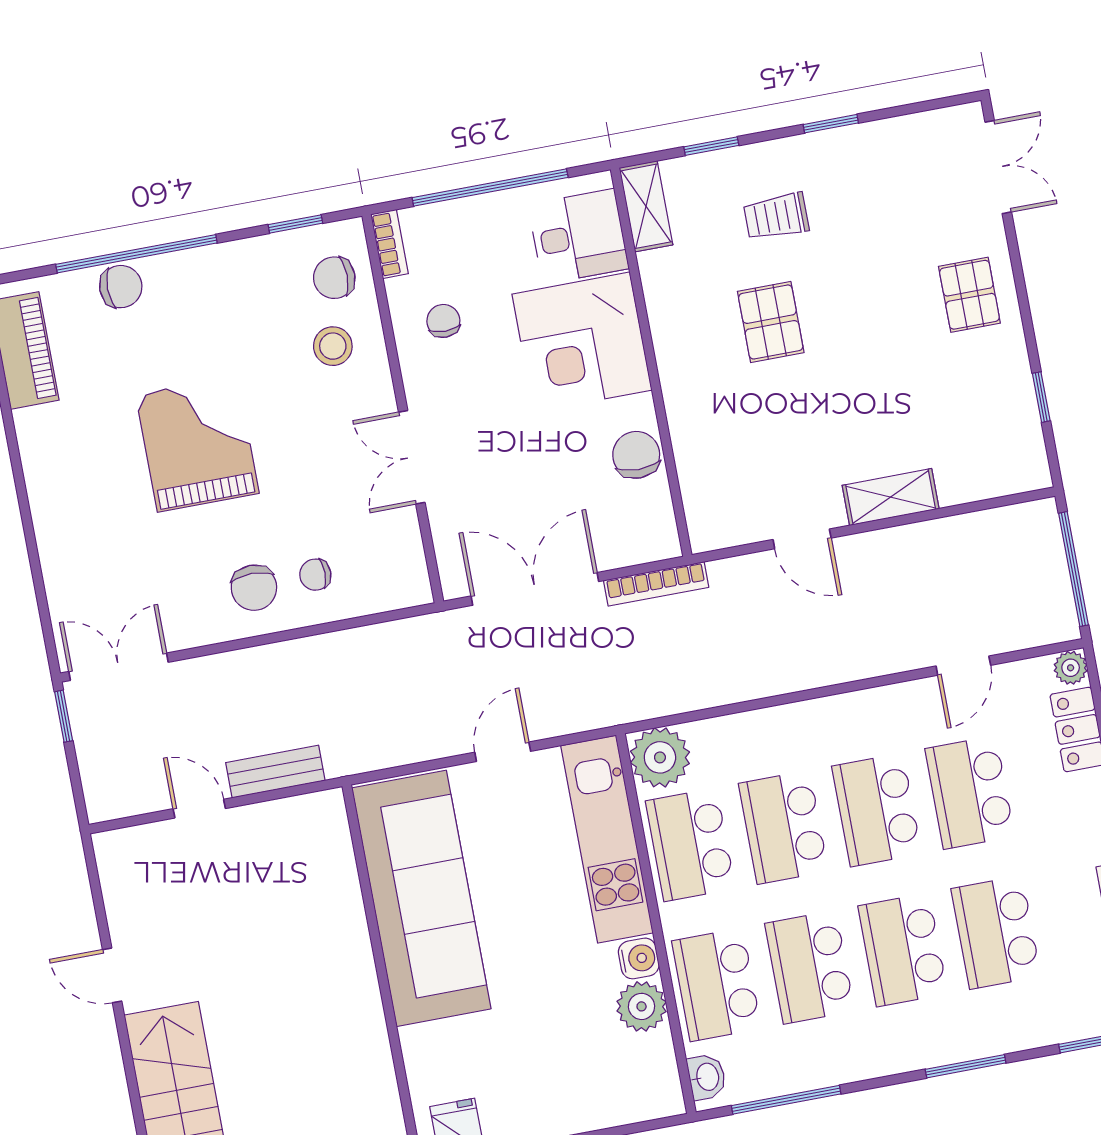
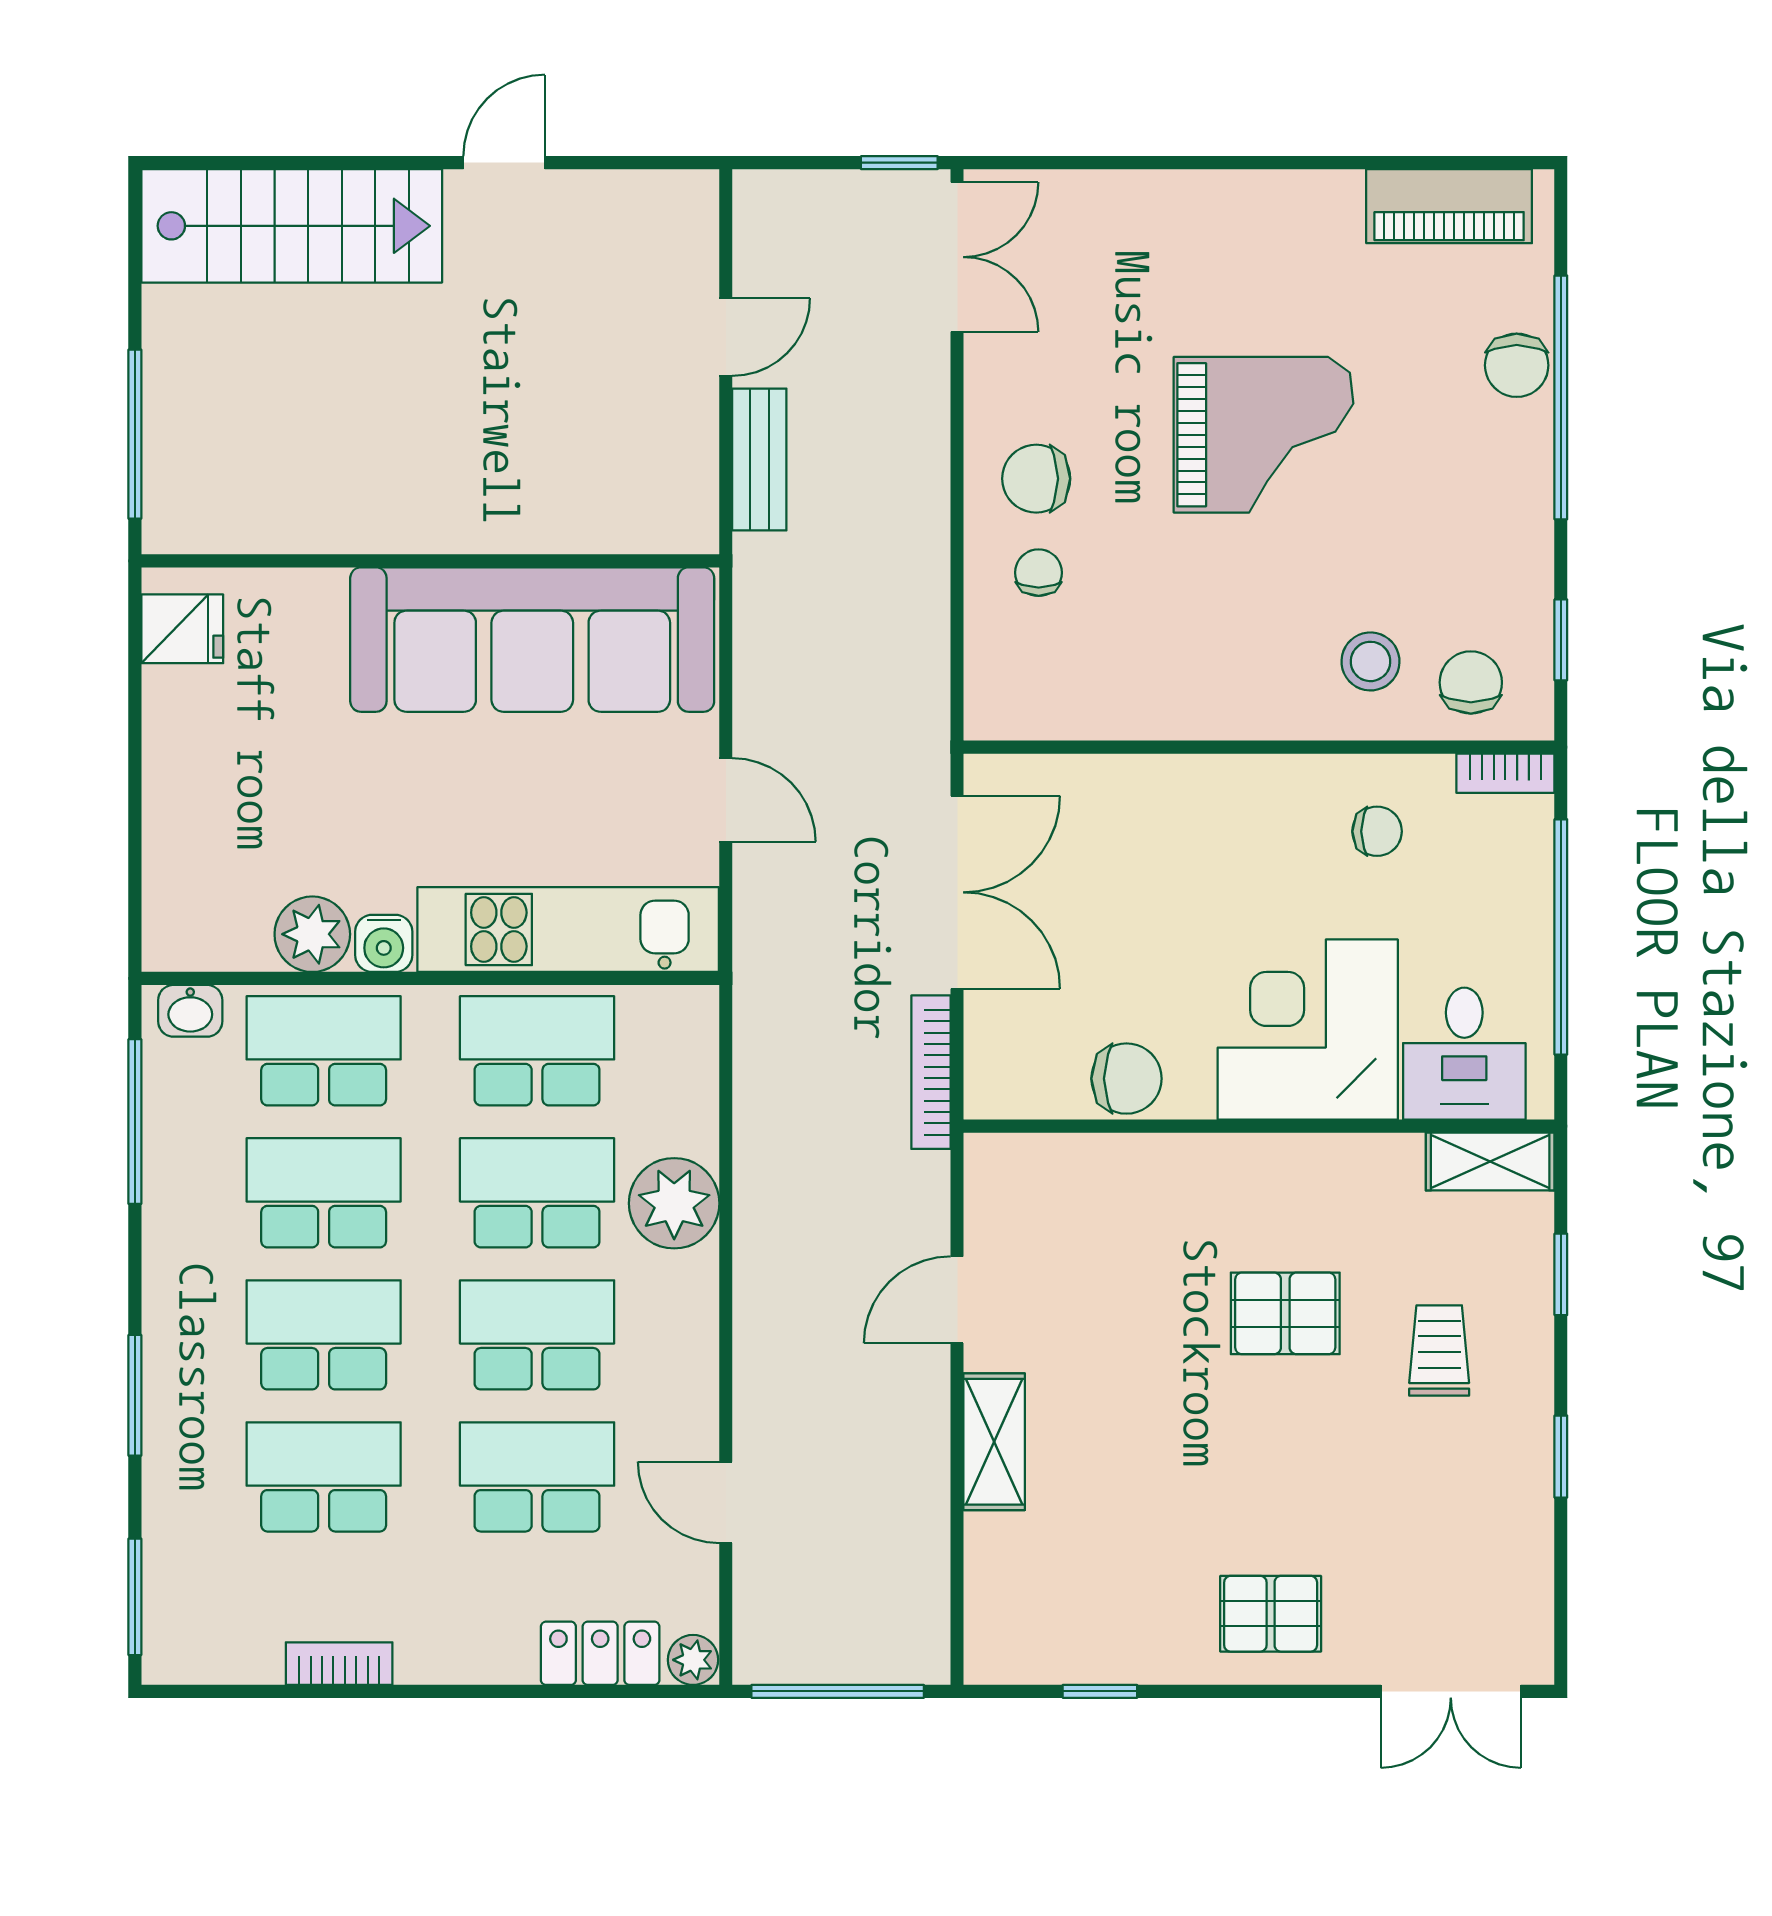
double door: (412, 457) -> (1185, 747), removed
plant: (660, 757) -> (674, 1203), moved

